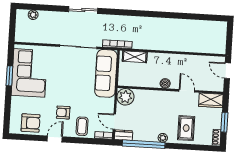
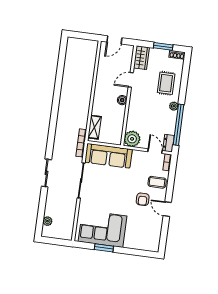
door: (114, 122) -> (155, 151), swing flipped
armchair: (31, 123) -> (150, 231), removed
rug: (186, 128) -> (166, 83), turned 90

